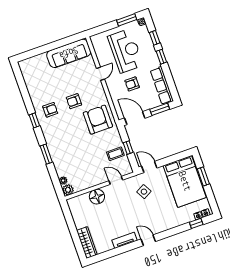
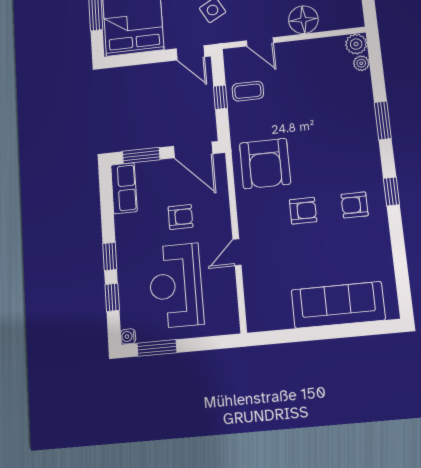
sofa: (69, 53) -> (338, 305), moved
row of seats: (162, 86) -> (124, 188), width x0.68

